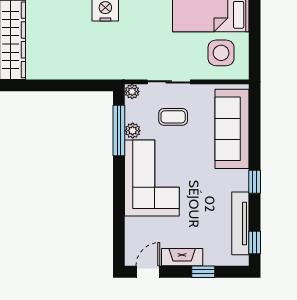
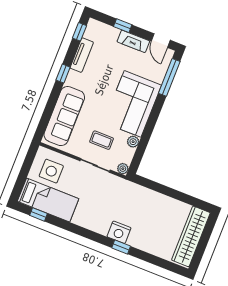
window: (119, 130) -> (169, 77), moved
tv unit: (240, 223) -> (82, 55), width x0.71
door: (148, 272) -> (161, 41), hinge flipped

